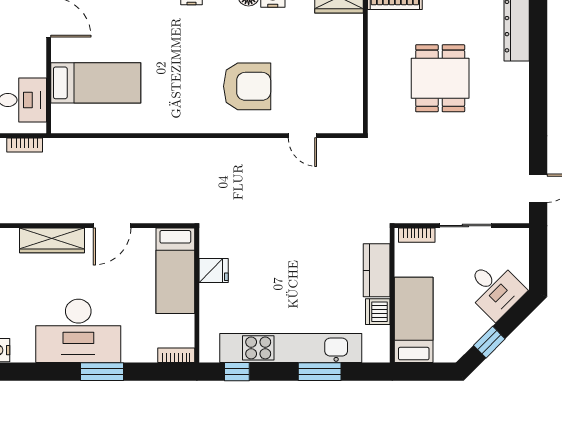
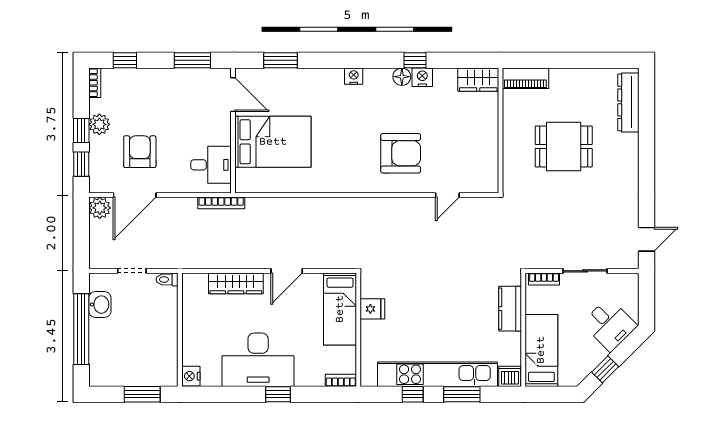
dining table: (440, 78) -> (564, 146), turned 90
bed: (96, 83) -> (273, 142), width x1.50
door: (302, 136) -> (447, 195), hinge flipped
bookcase: (25, 145) -> (221, 203), width x1.56
dishwasher: (378, 312) -> (510, 376), moved, turned 90
window: (102, 372) -> (278, 394), width x0.67
window: (237, 372) -> (413, 394), moved

